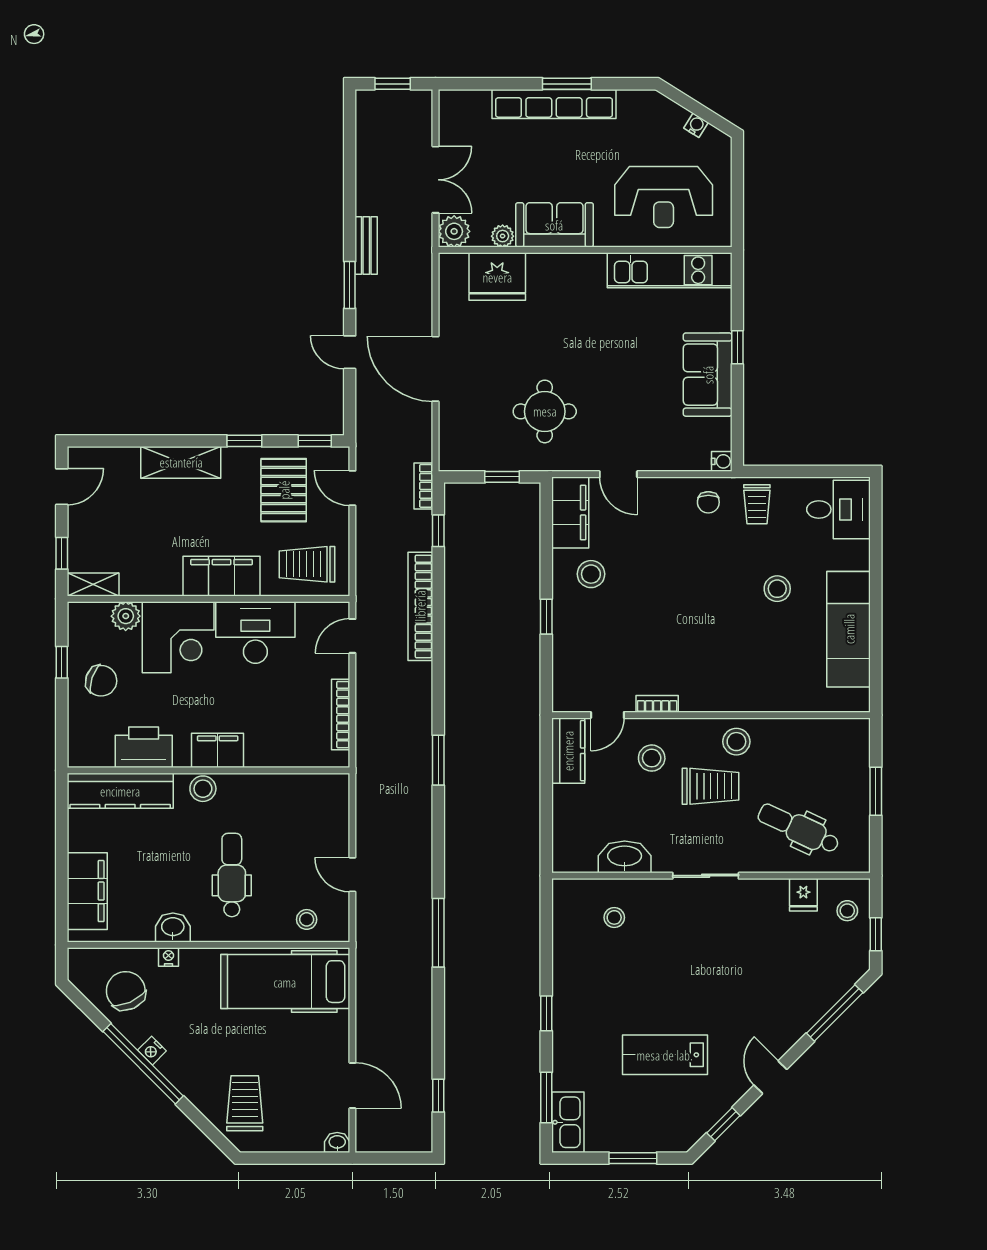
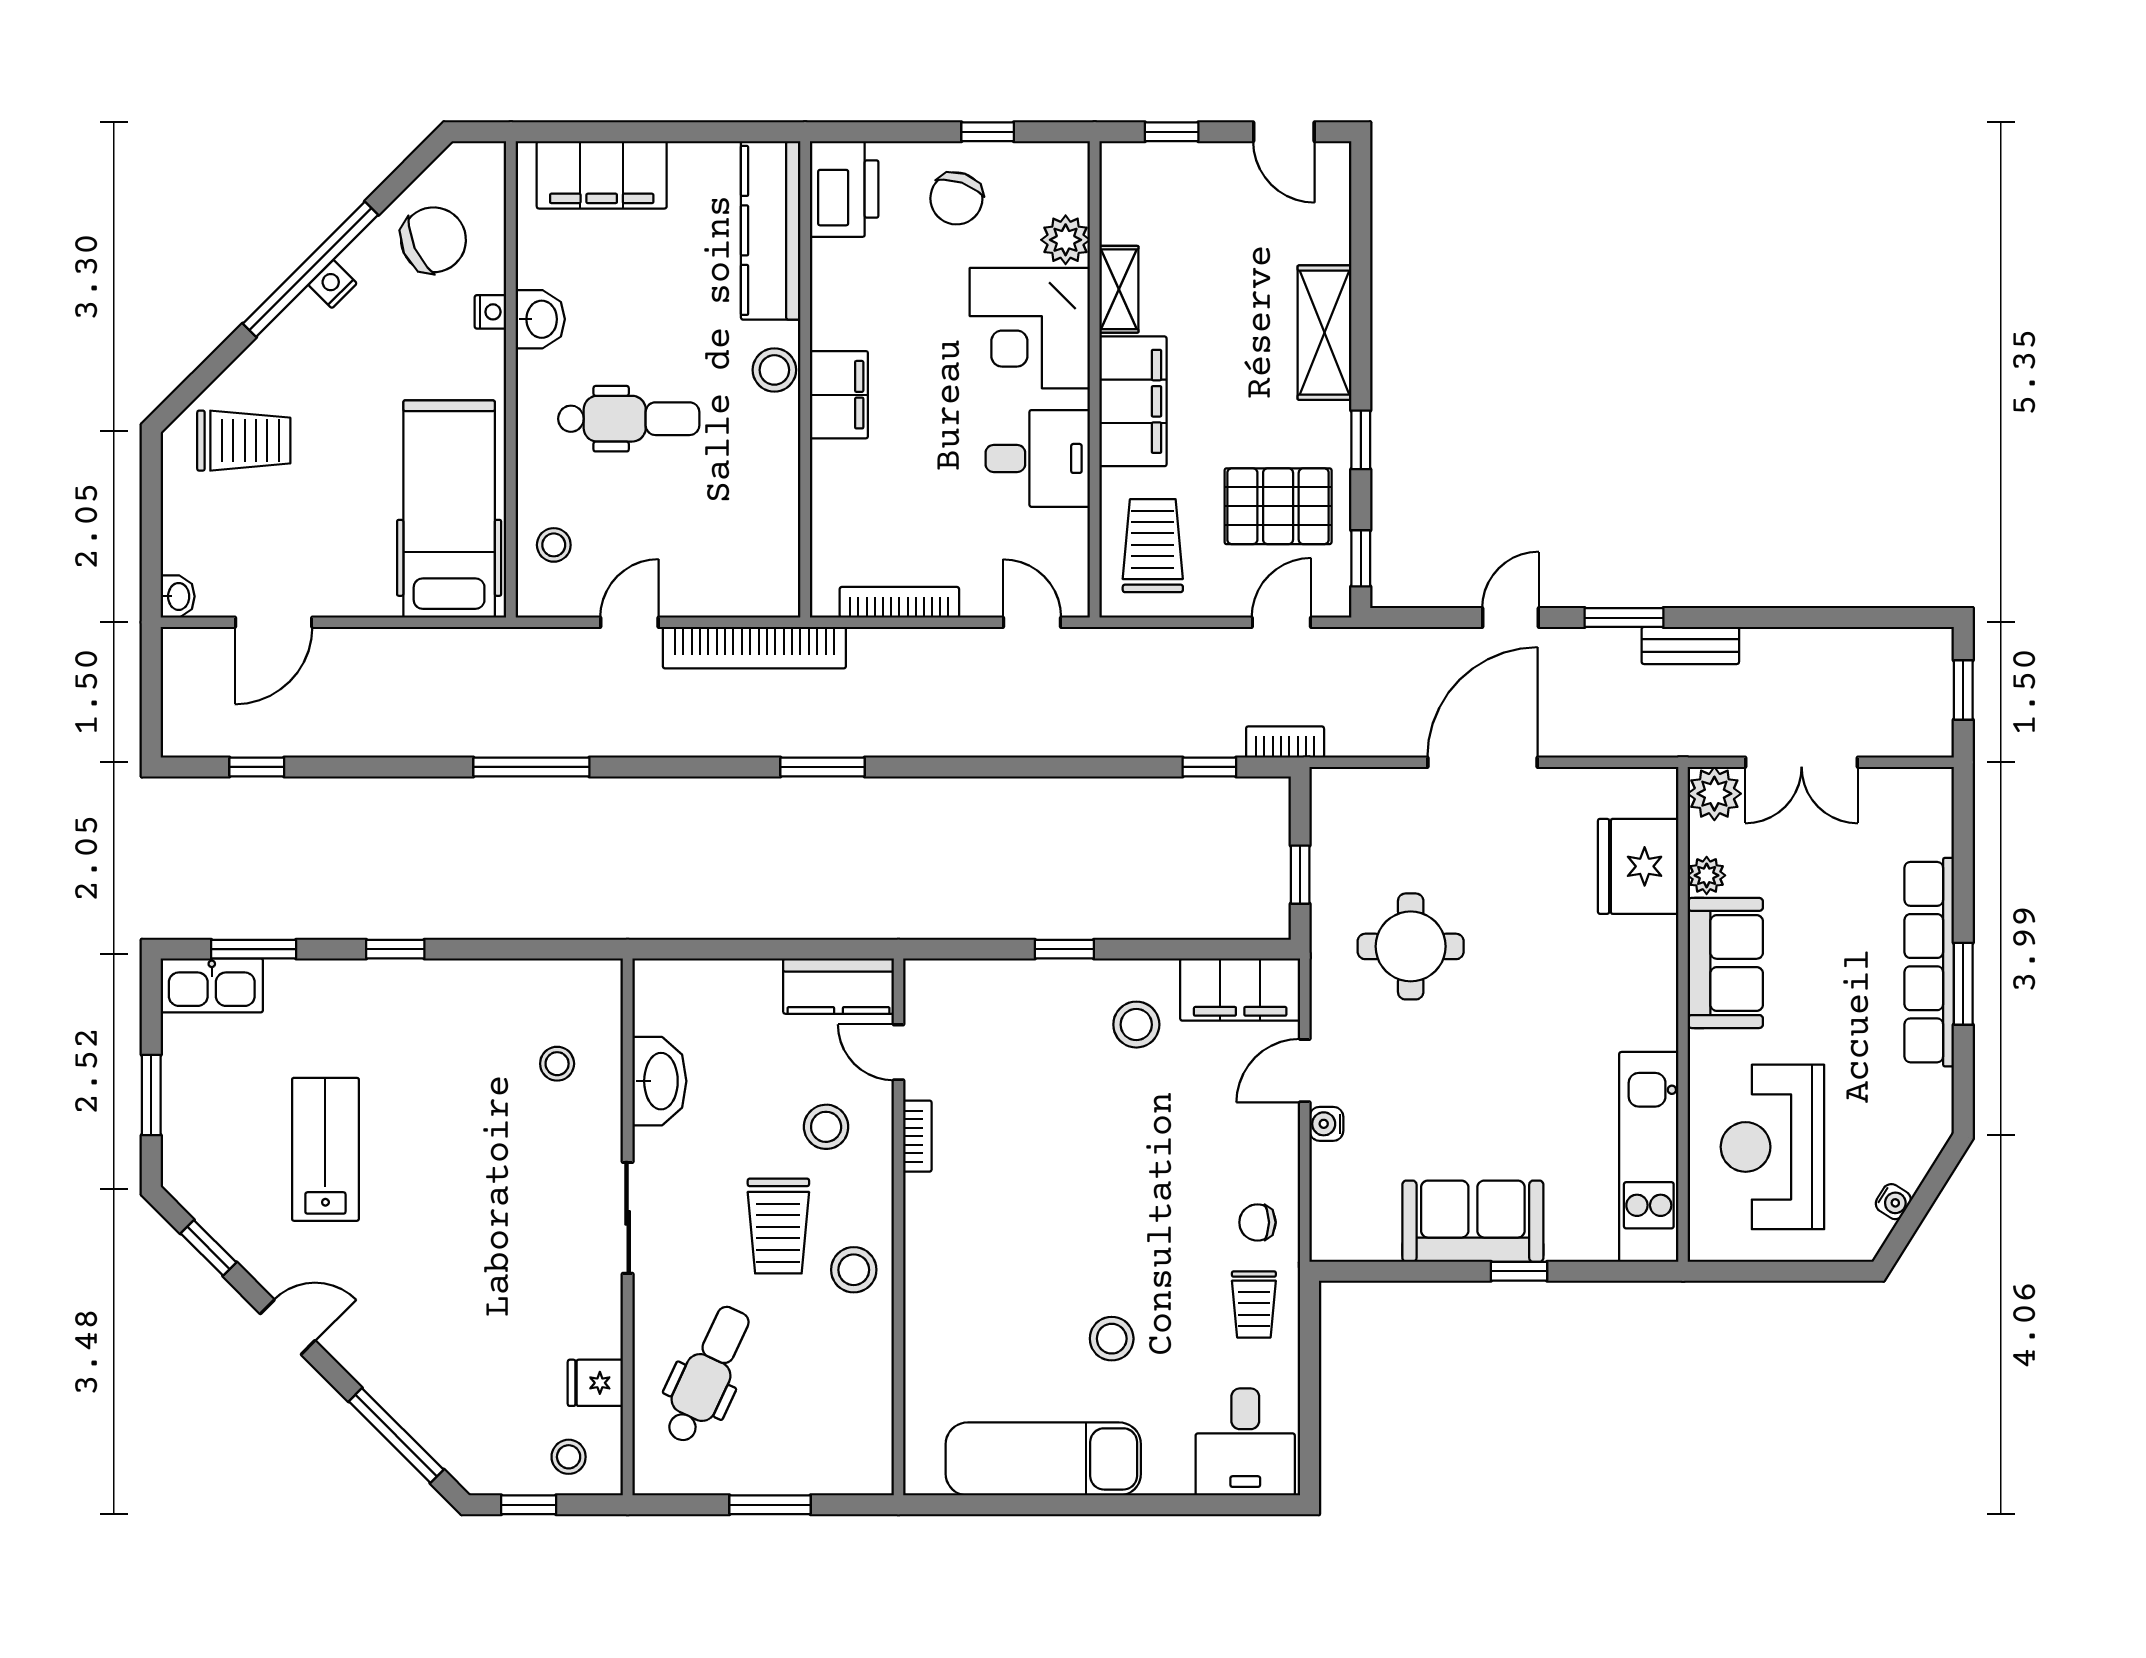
water cooler: (722, 461) -> (1326, 1124), moved, turned 90
trolley: (757, 504) -> (1254, 1305), turned -90
shelving: (93, 584) -> (1119, 289), moved
bookcase: (420, 606) -> (754, 648), moved, turned 180
desk: (255, 633) -> (1038, 458), width x0.73
printer: (144, 747) -> (844, 189), moved

